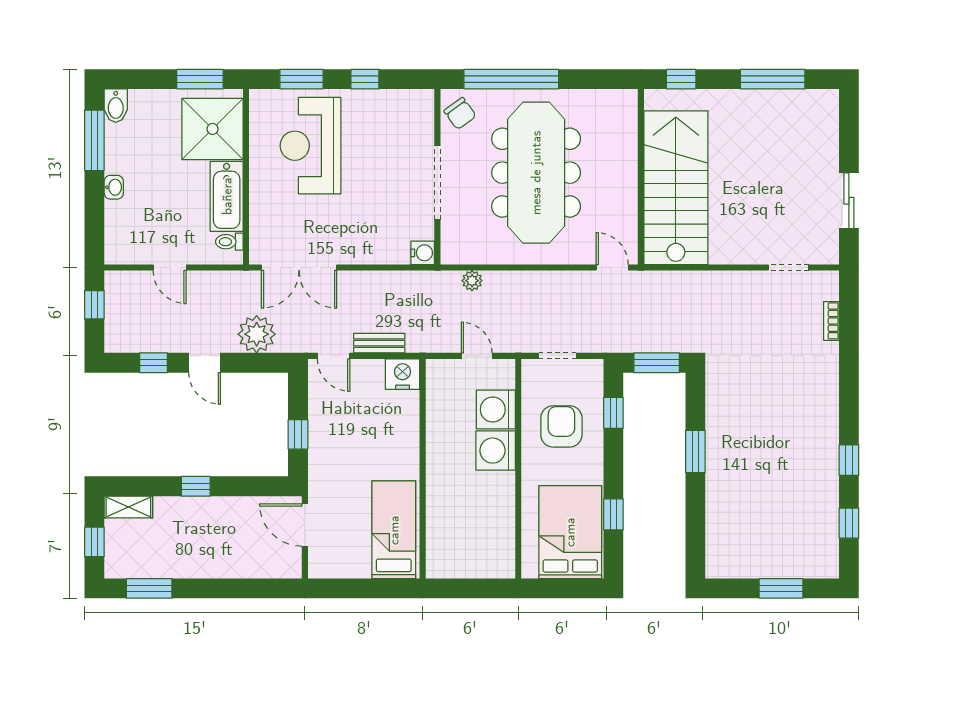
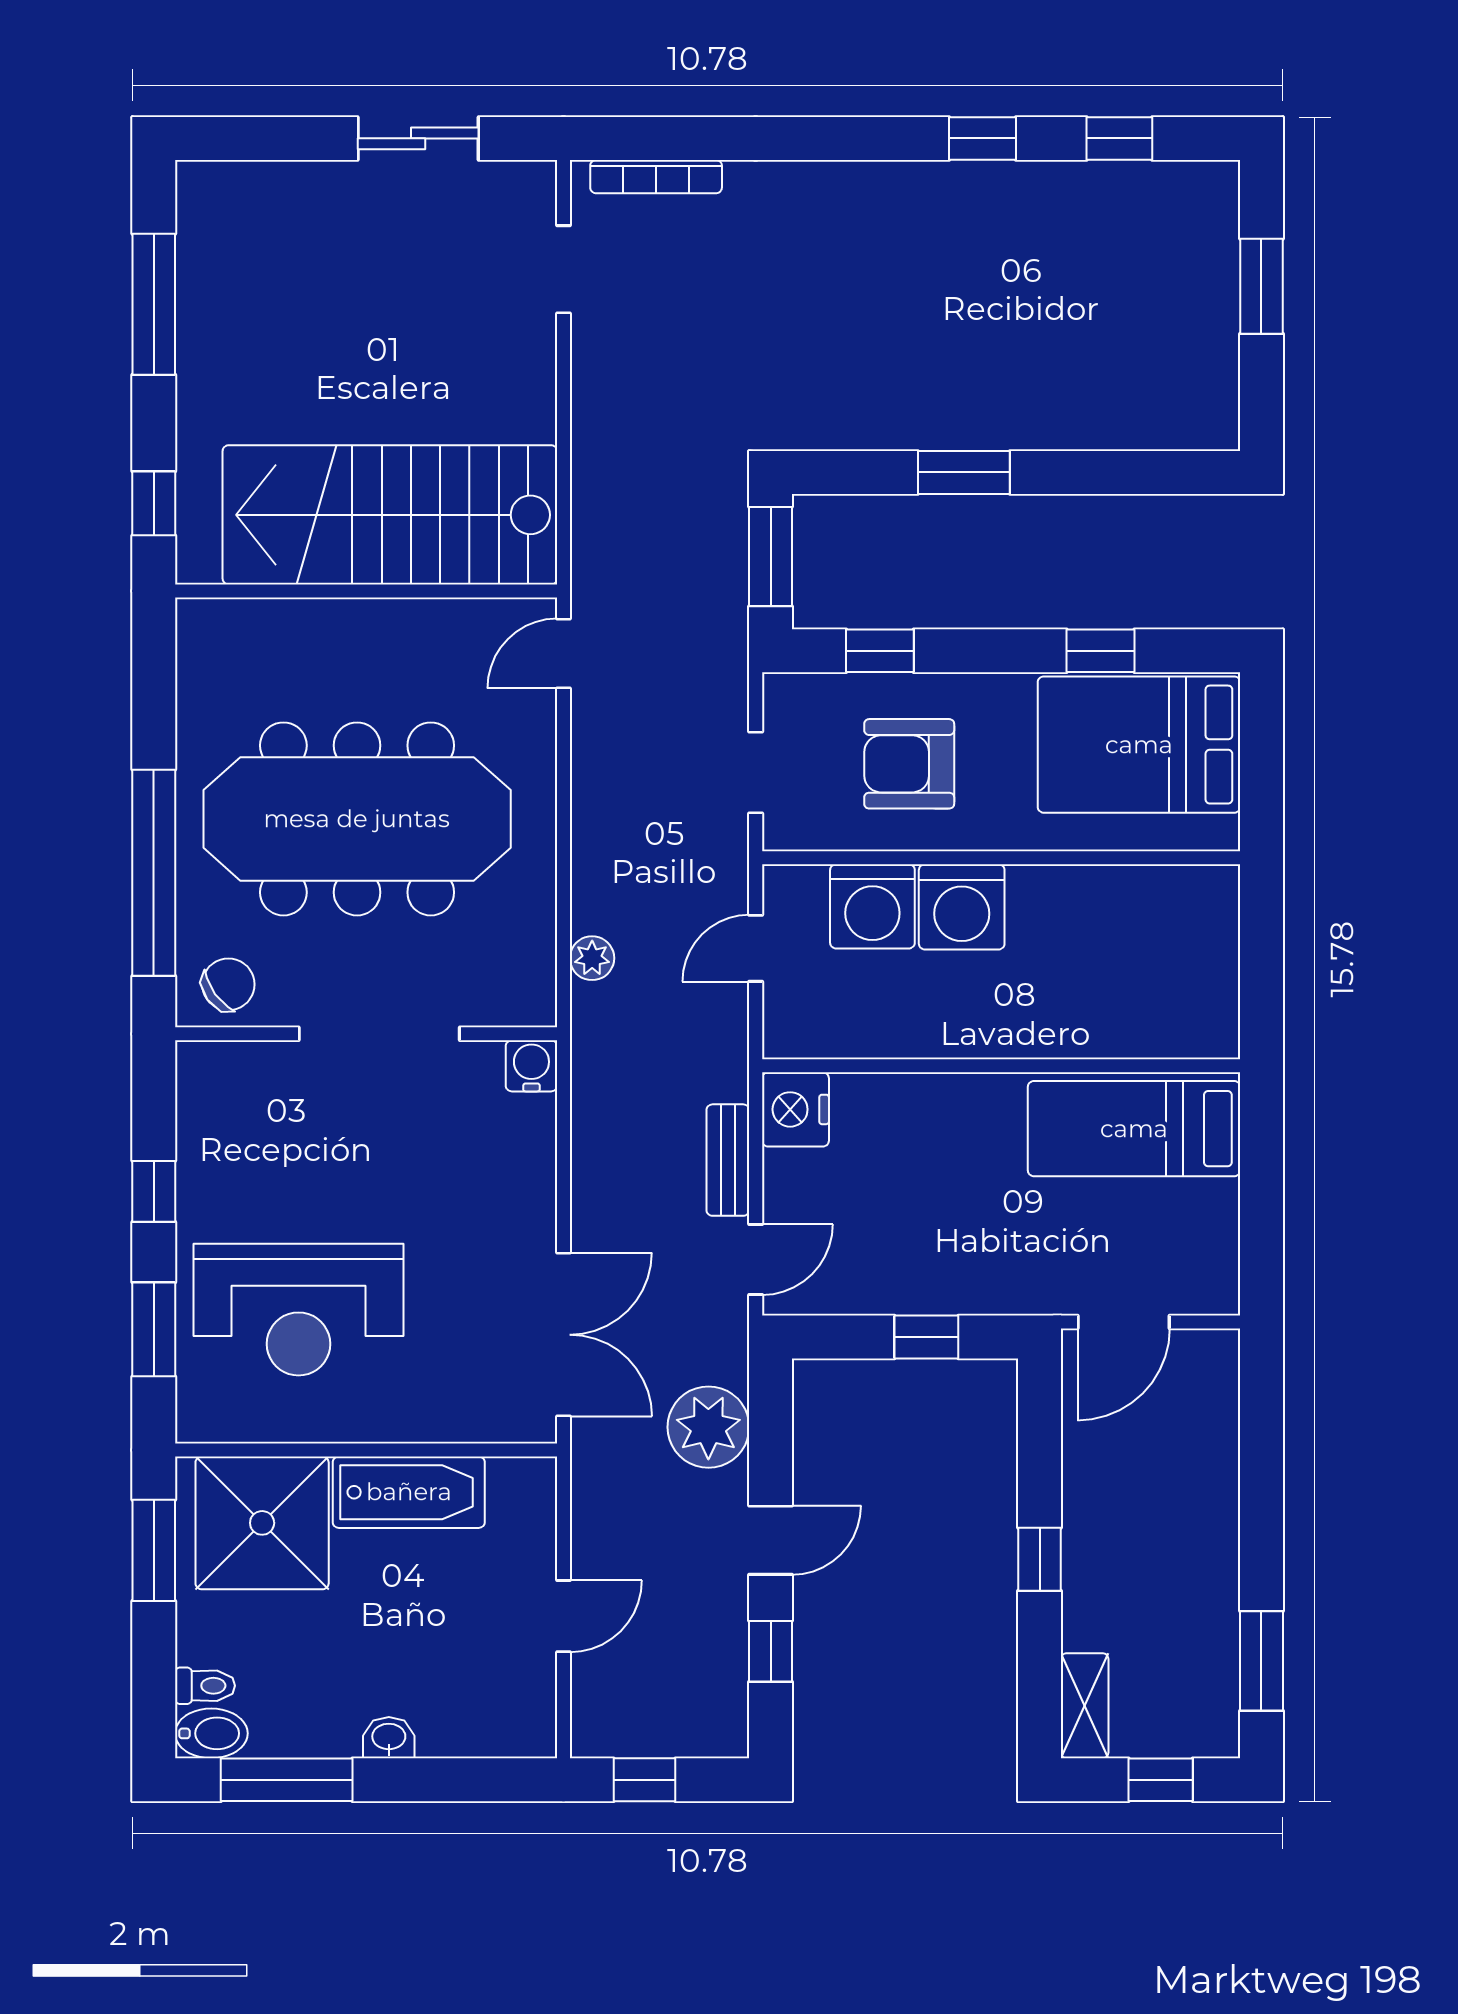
toilet: (229, 242) -> (205, 1686), moved, turned -90
bookcase: (831, 321) -> (656, 177), width x1.56

